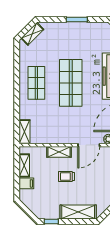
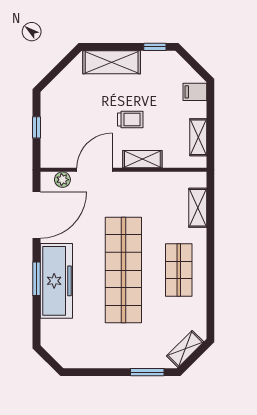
window: (77, 19) -> (147, 372), moved
shop shelf: (71, 83) -> (123, 270), width x1.40
shelving: (25, 132) -> (198, 208), moved
filing cabinet: (26, 183) -> (195, 92), moved

